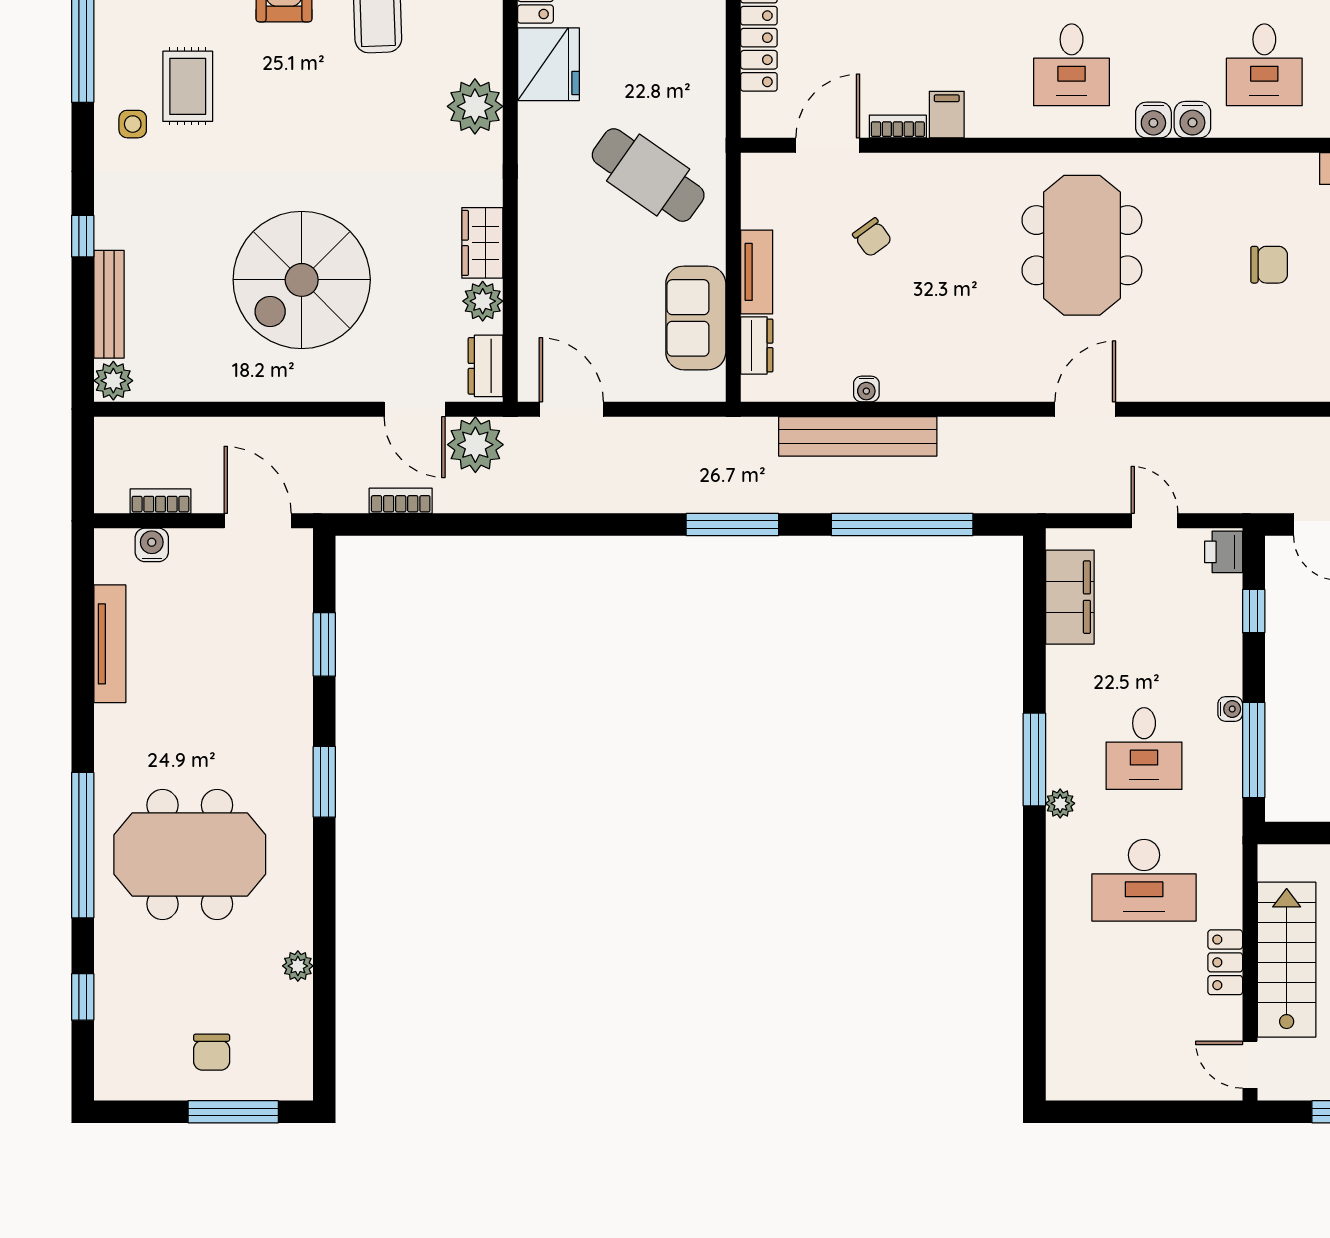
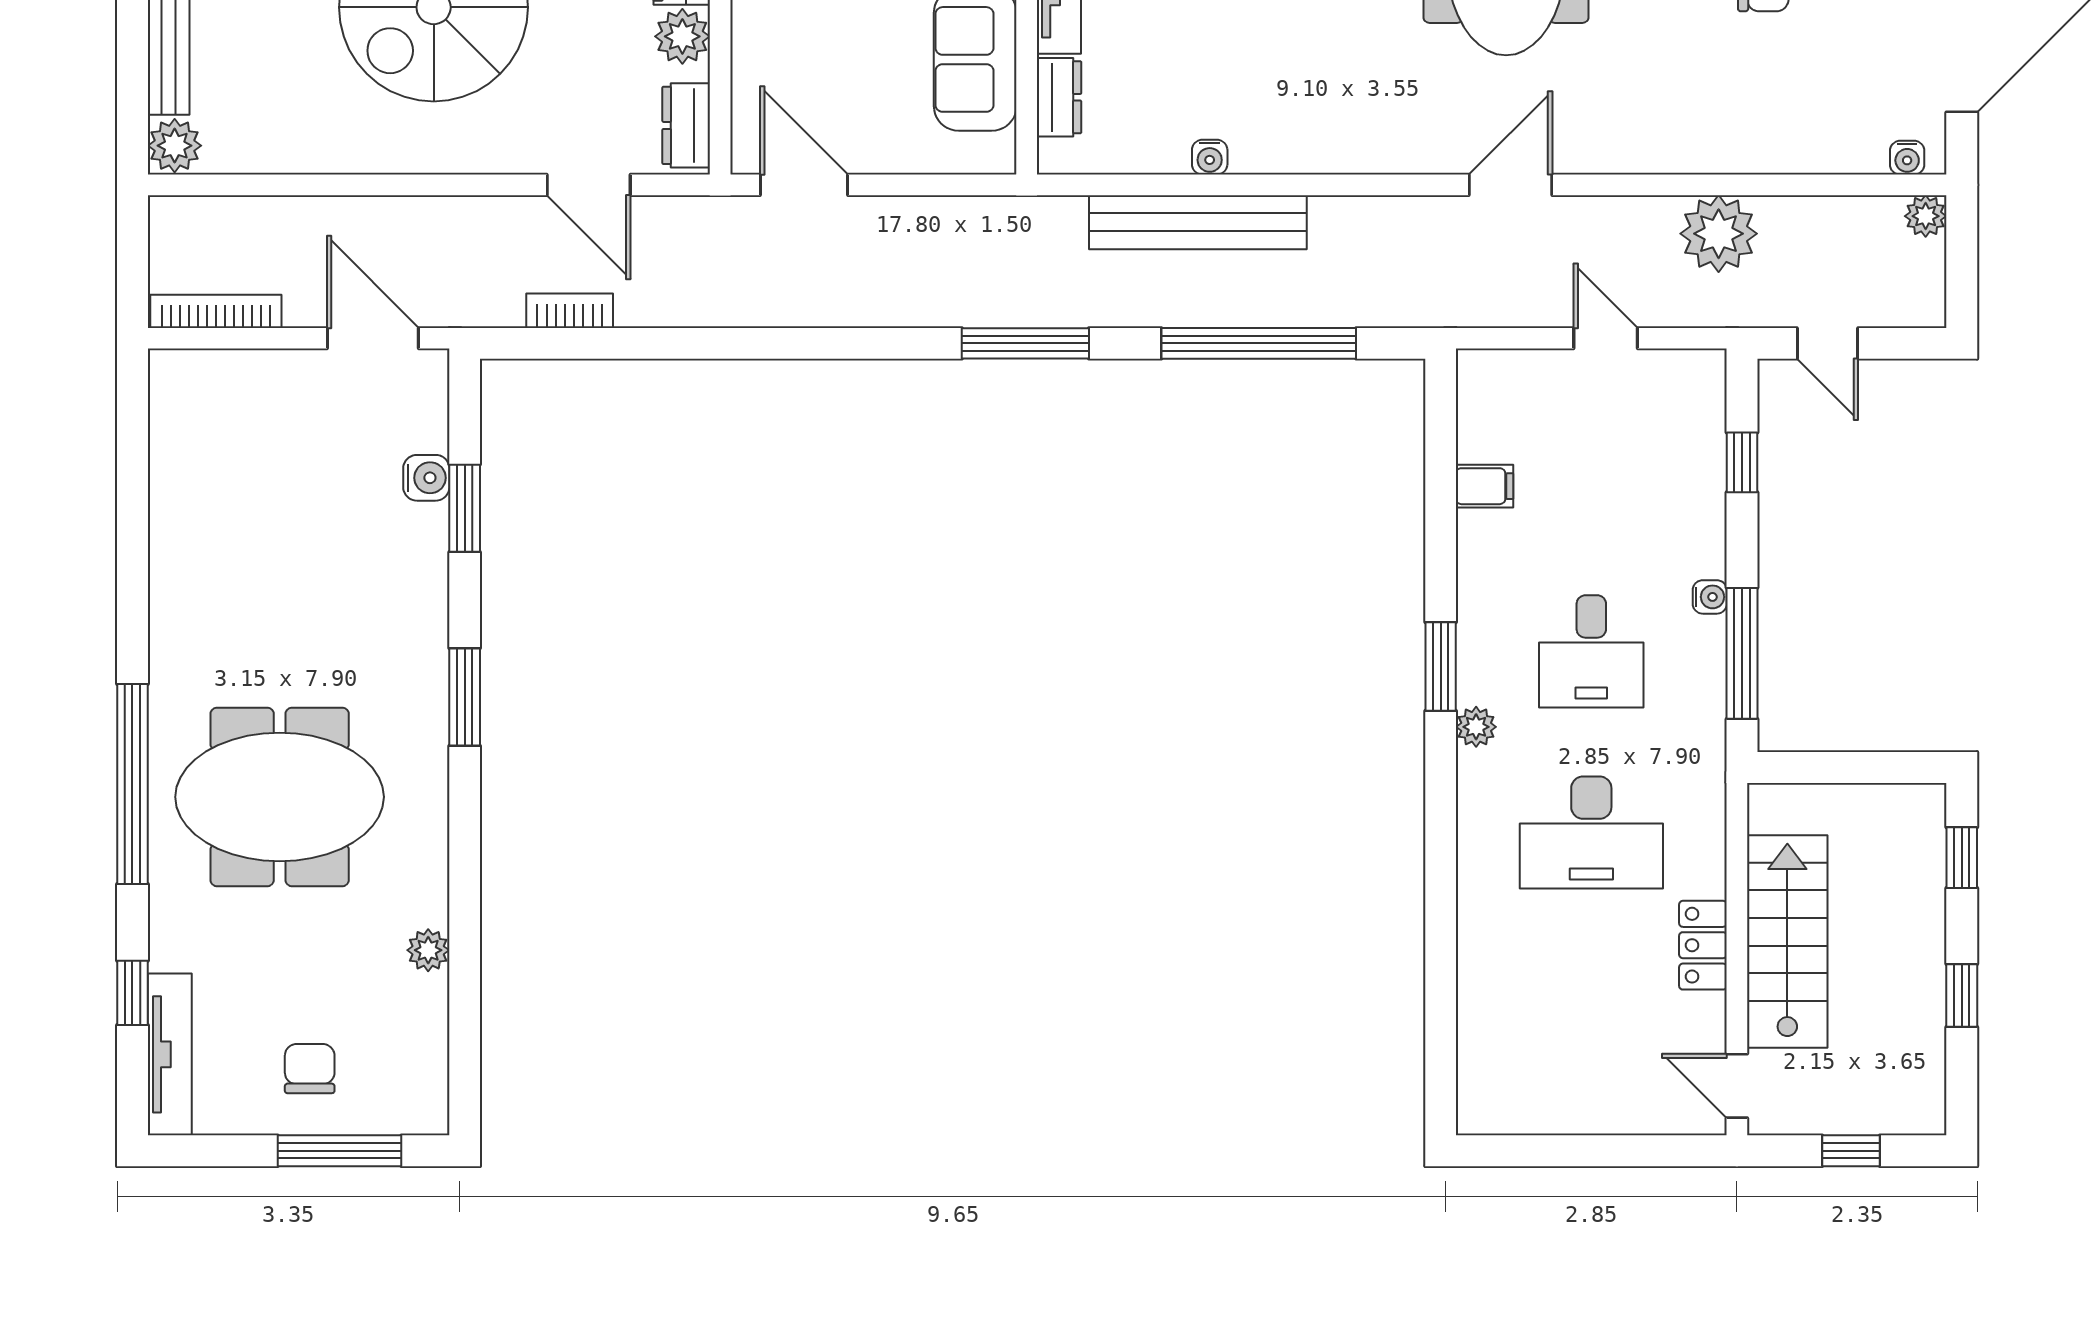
plant: (475, 445) -> (1719, 234), moved
bookcase: (160, 501) -> (216, 311), width x1.56
water cooler: (152, 545) -> (426, 478), moved, turned 90
printer: (1224, 552) -> (1701, 381), removed
filing cabinet: (1070, 597) -> (1485, 486), width x0.33, depth x0.86
tv unit: (110, 644) -> (170, 1054), moved
window: (1034, 760) -> (1441, 666), width x0.69
chair: (212, 1052) -> (310, 1069), turned 180

